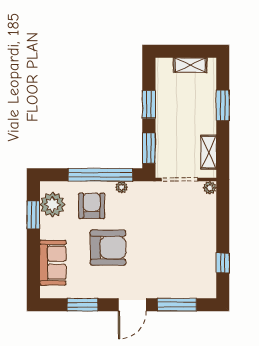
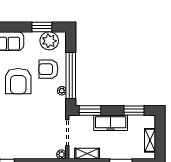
window: (149, 104) -> (134, 110), moved
freezer: (166, 120) -> (111, 123), added
armchair: (92, 206) -> (48, 69), turned 180

